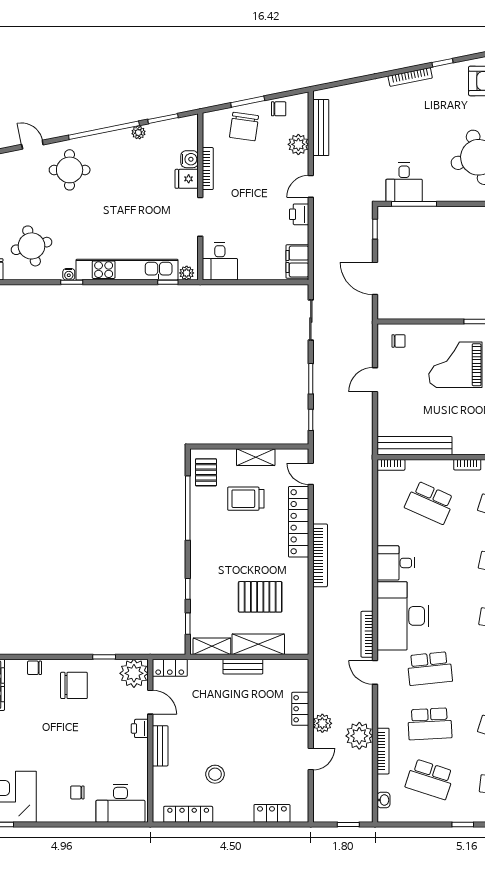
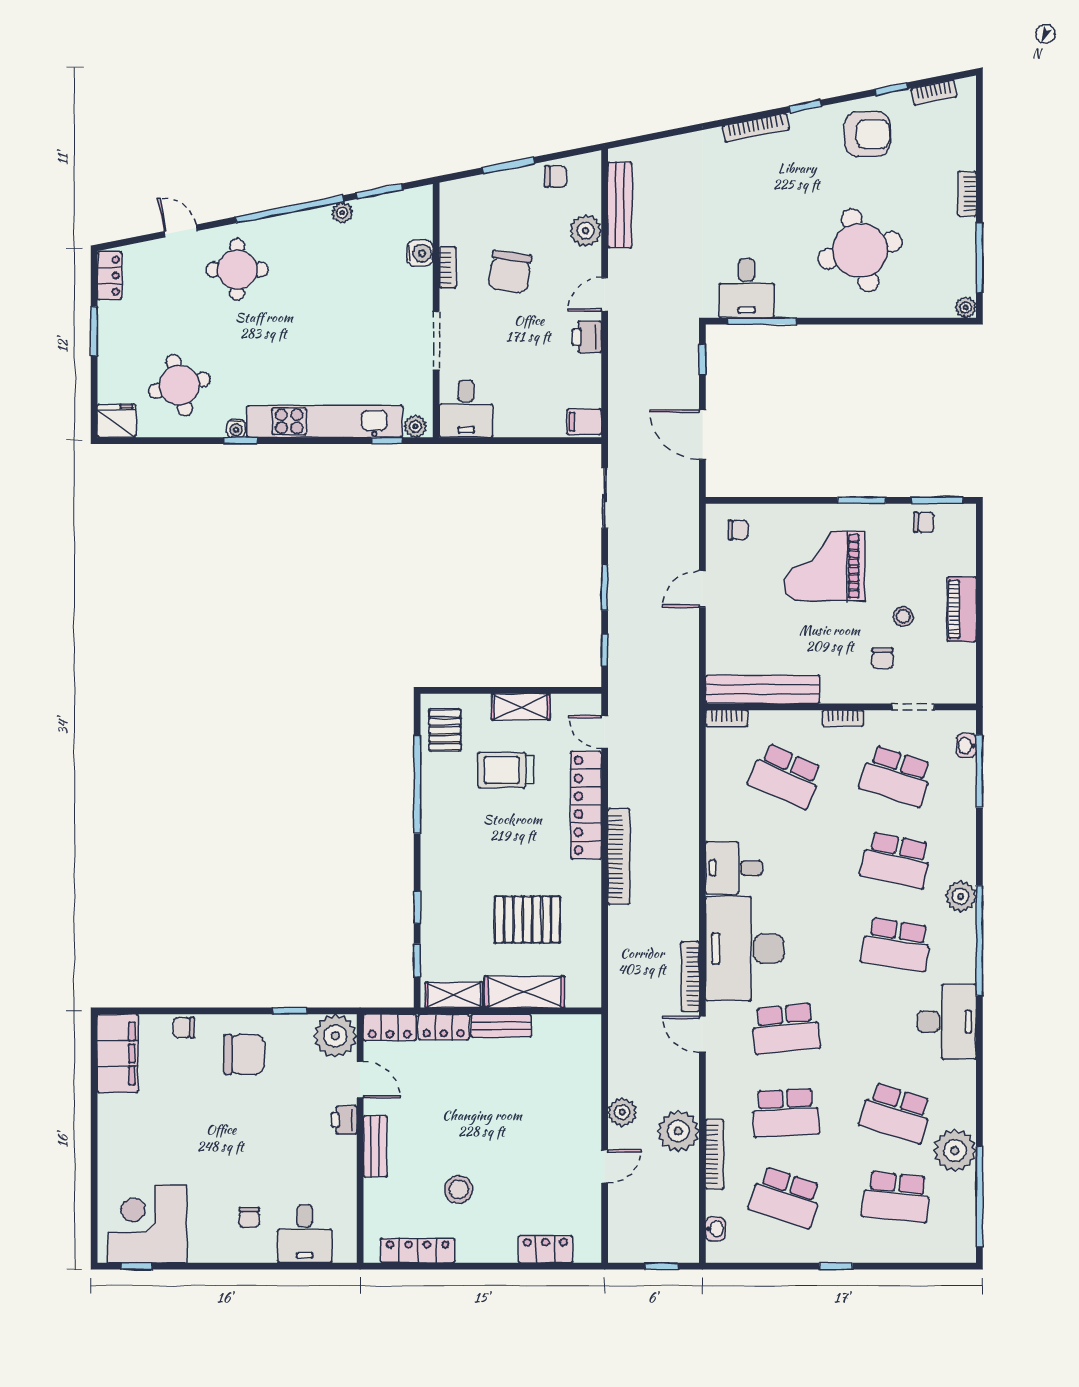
chair: (244, 127) -> (510, 272), moved
bookcase: (208, 169) -> (448, 267), width x0.64
fridge: (187, 179) -> (416, 283), removed
filing cabinet: (297, 262) -> (584, 422), width x0.50
locker: (300, 709) -> (444, 1027), moved, turned -90
chair: (77, 792) -> (249, 1217), turned -90
desk: (120, 803) -> (305, 1234), width x0.73

